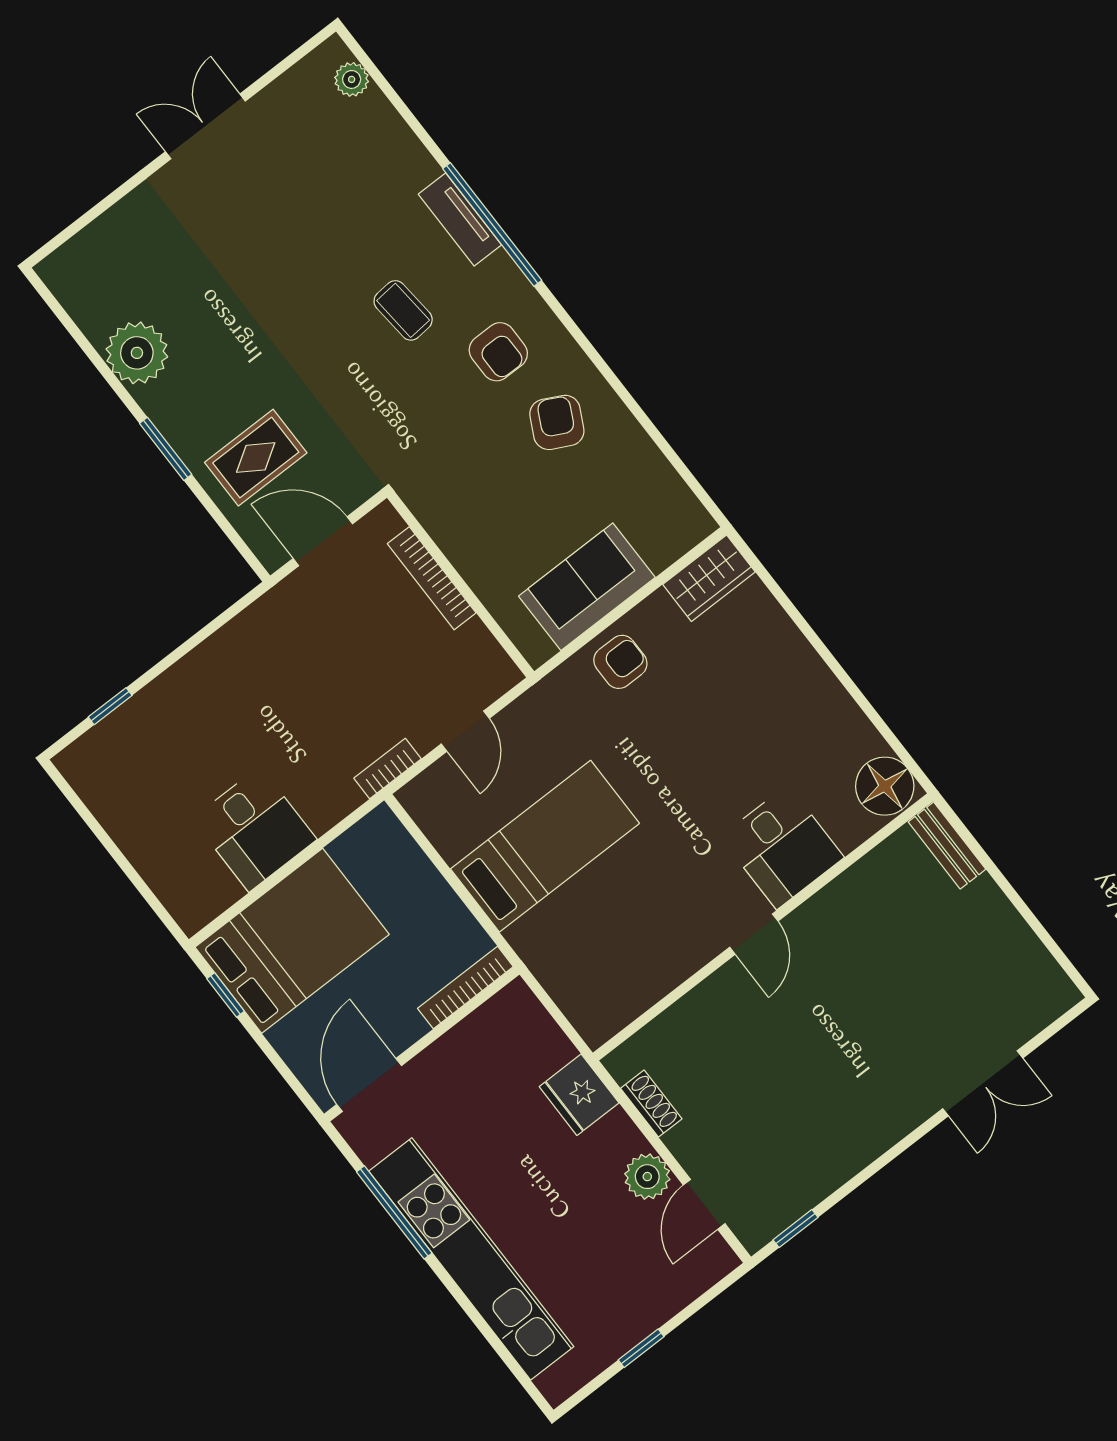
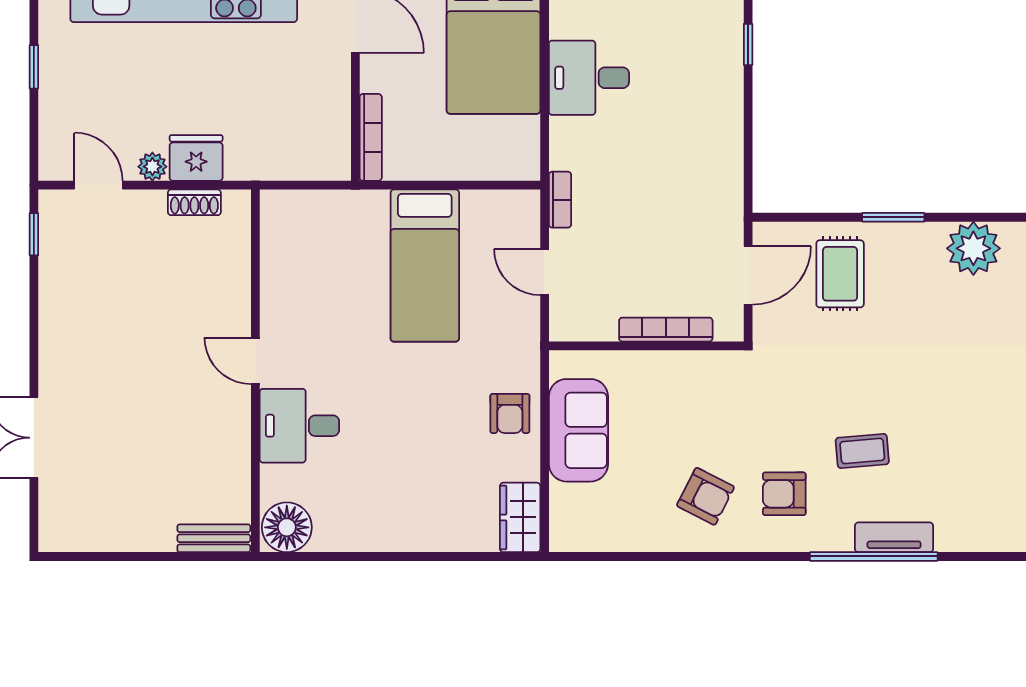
fridge: (579, 1095) -> (196, 158), moved
plant: (647, 1177) -> (152, 167), width x0.73, depth x0.73

